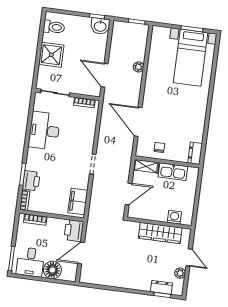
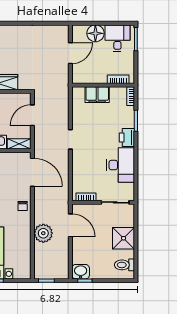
plant: (139, 67) -> (43, 233), width x1.88, depth x1.88
door: (138, 122) -> (32, 172), moved
chair: (159, 148) -> (23, 206), moved
printer: (31, 181) -> (127, 138), moved
filing cabinet: (78, 201) -> (97, 95), moved, turned 90
printer: (74, 231) -> (80, 74), removed

